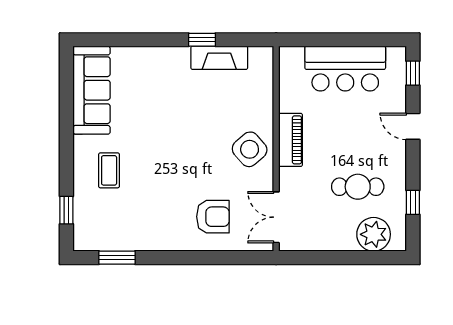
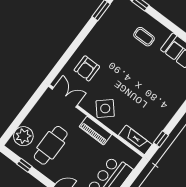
window: (202, 40) -> (161, 139), moved
fireplace: (219, 58) -> (135, 140), moved, turned 90
cafe table: (358, 187) -> (51, 145), width x1.37, depth x1.35

